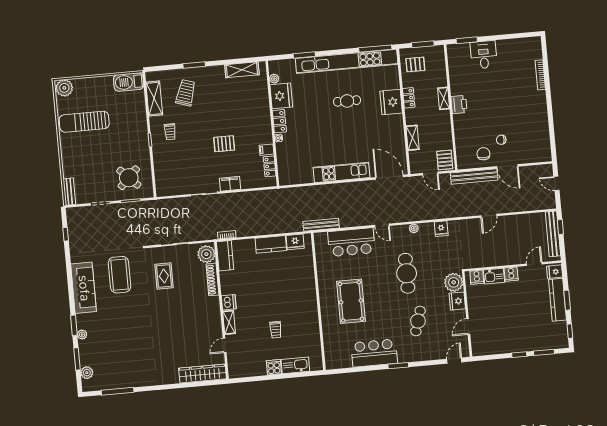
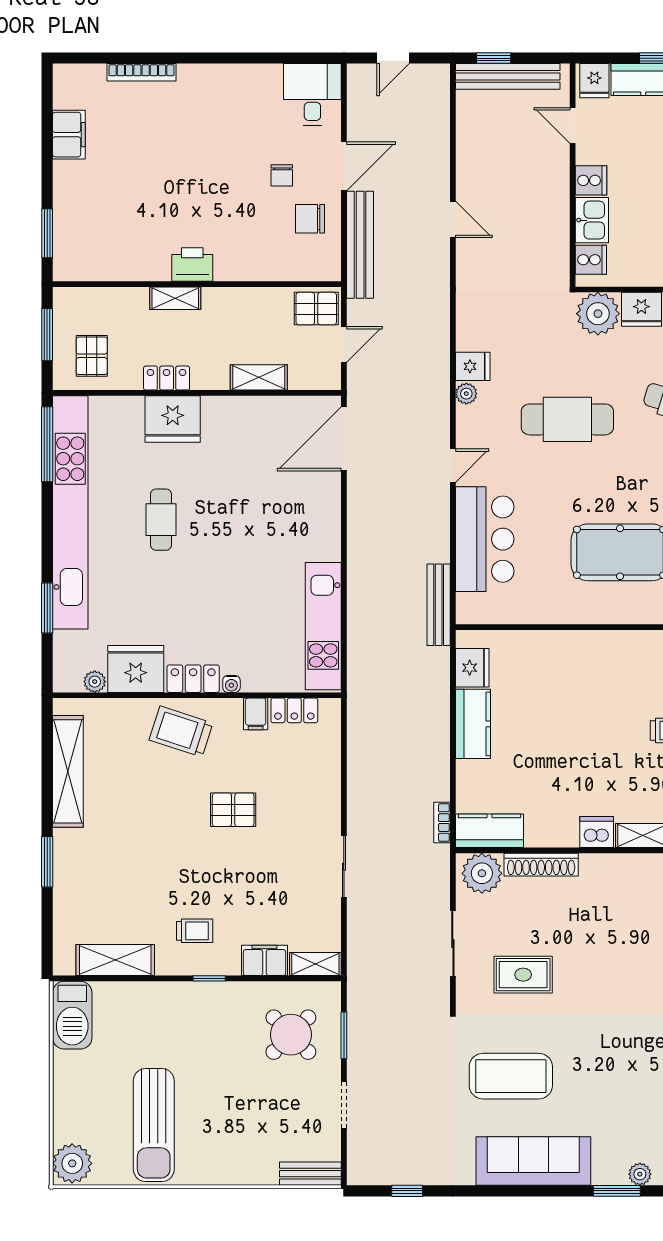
filing cabinet: (510, 46) -> (69, 135), added
desk: (484, 55) -> (312, 95), moved, turned 90
shelving: (242, 70) -> (68, 771), width x1.47
trolley: (186, 93) -> (181, 731), moved
pallet: (224, 144) -> (233, 810), turned 90
kitchen unit: (342, 172) -> (323, 626), moved
filing cabinet: (230, 184) -> (265, 960), moved, turned 90
shelving: (160, 186) -> (315, 964), added
fridge: (441, 229) -> (473, 366), moved

